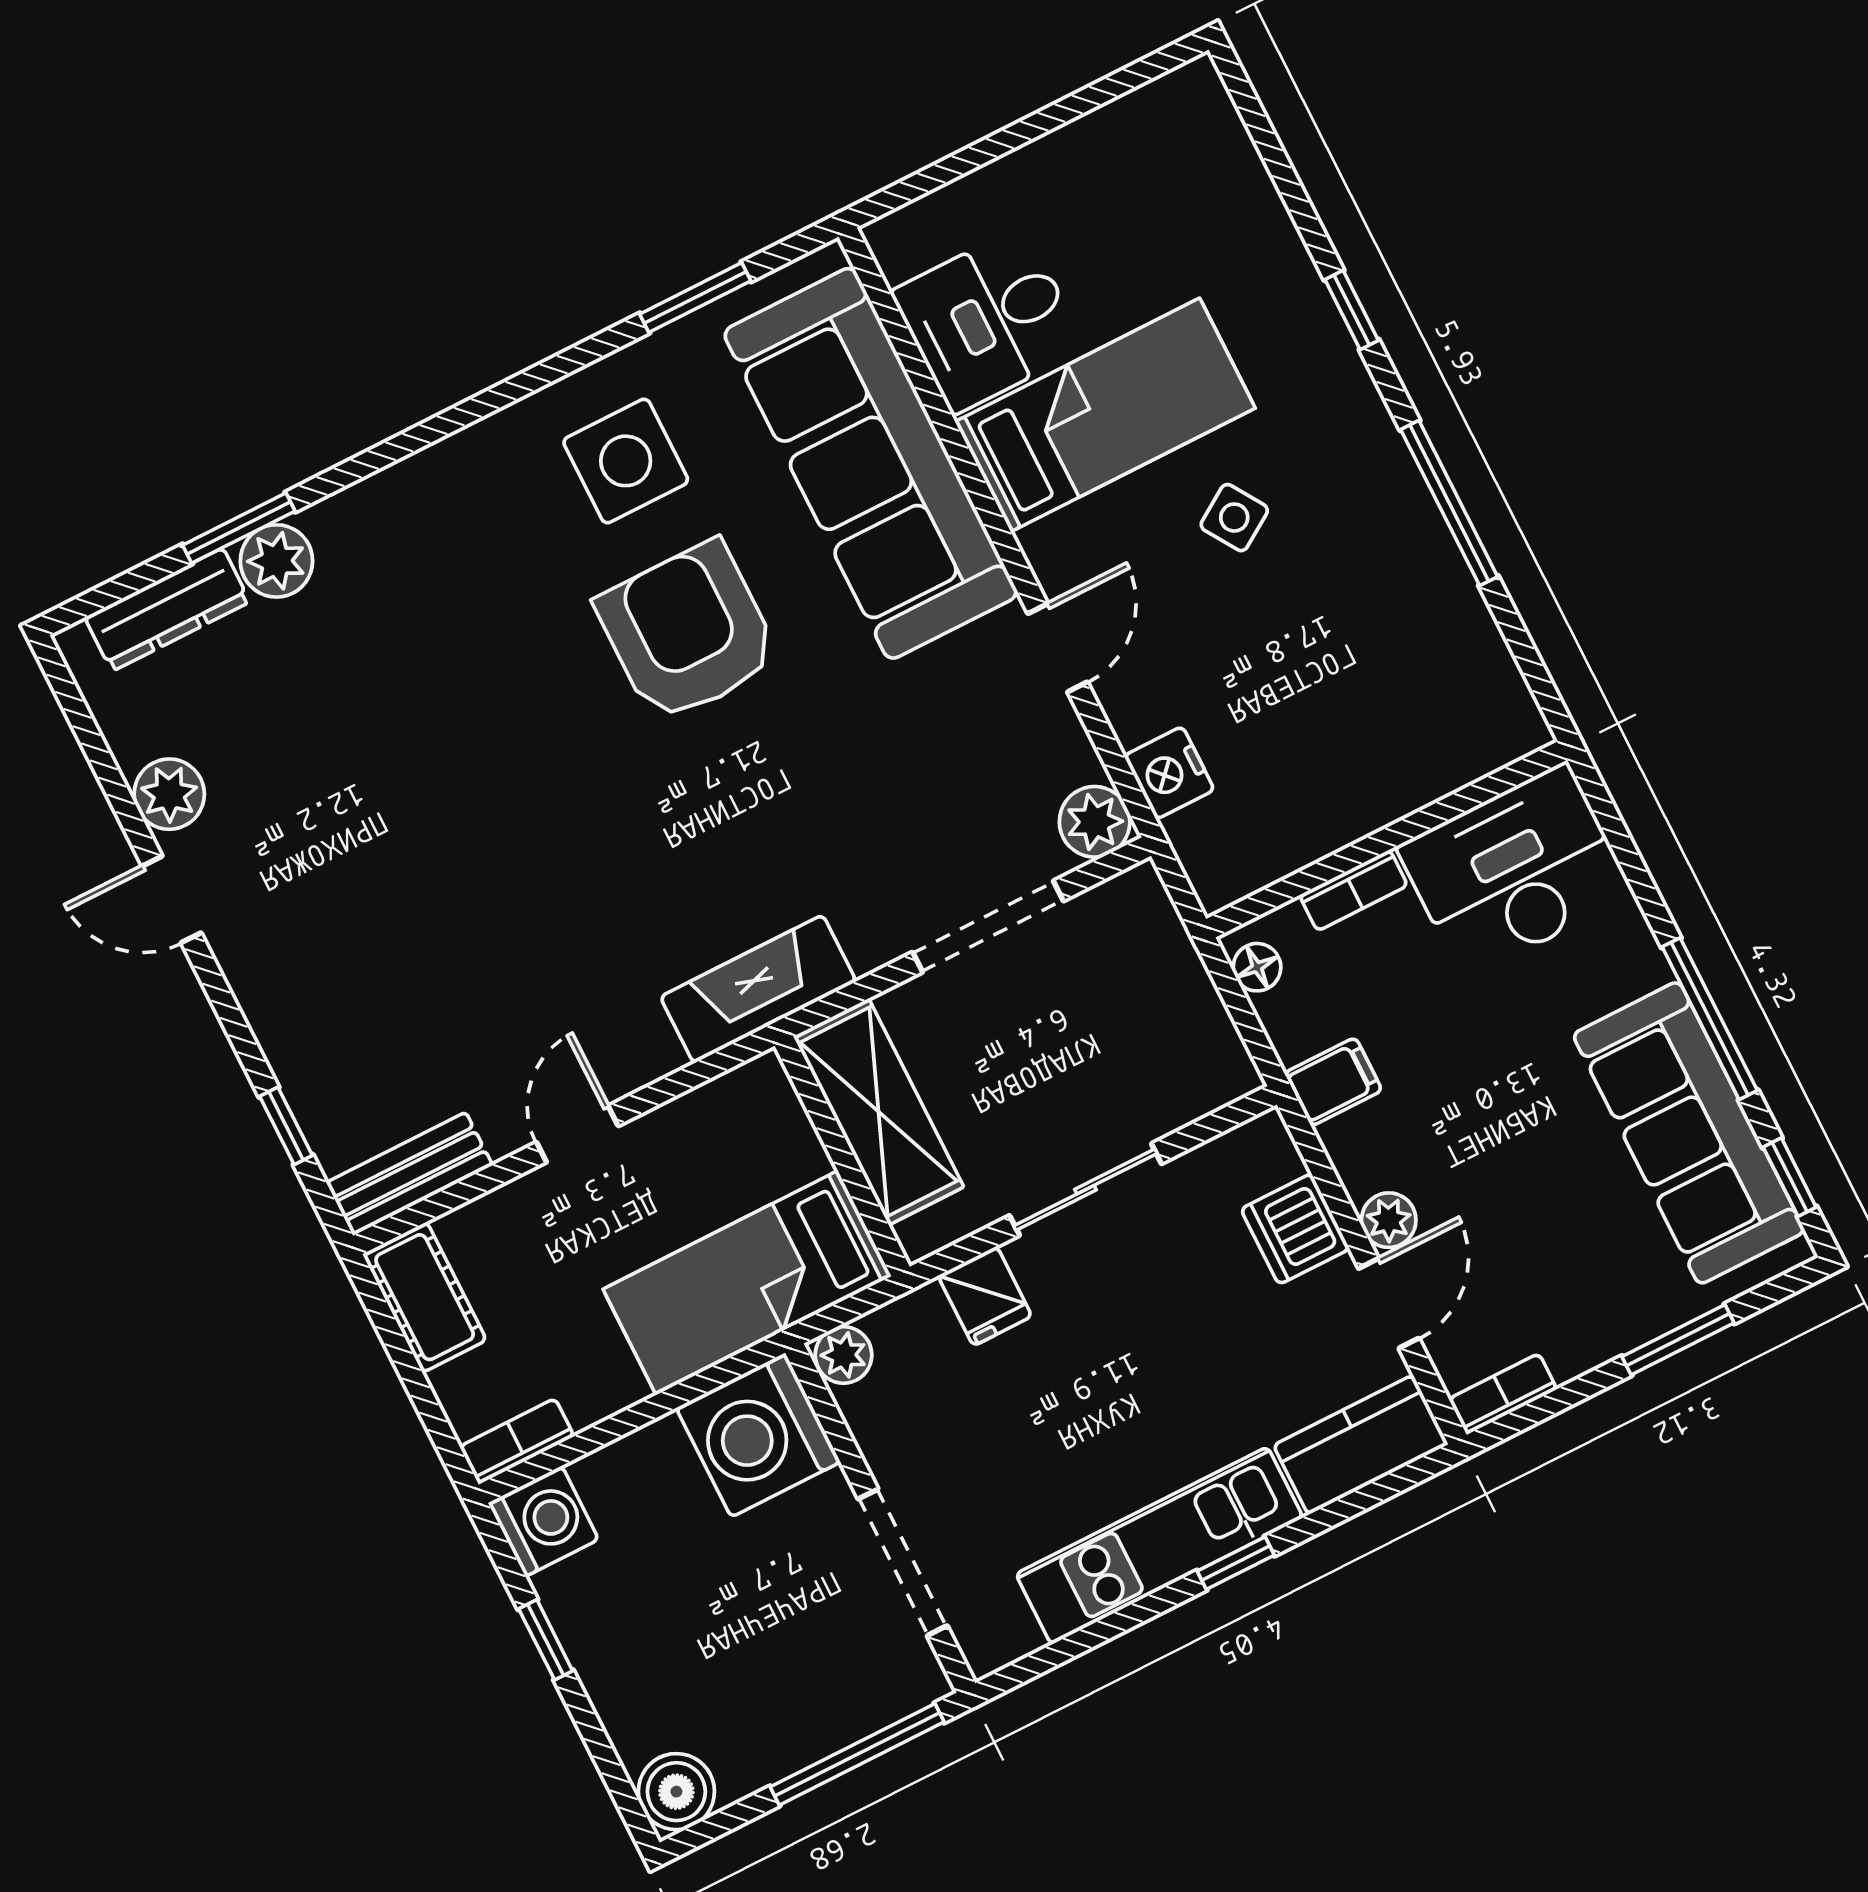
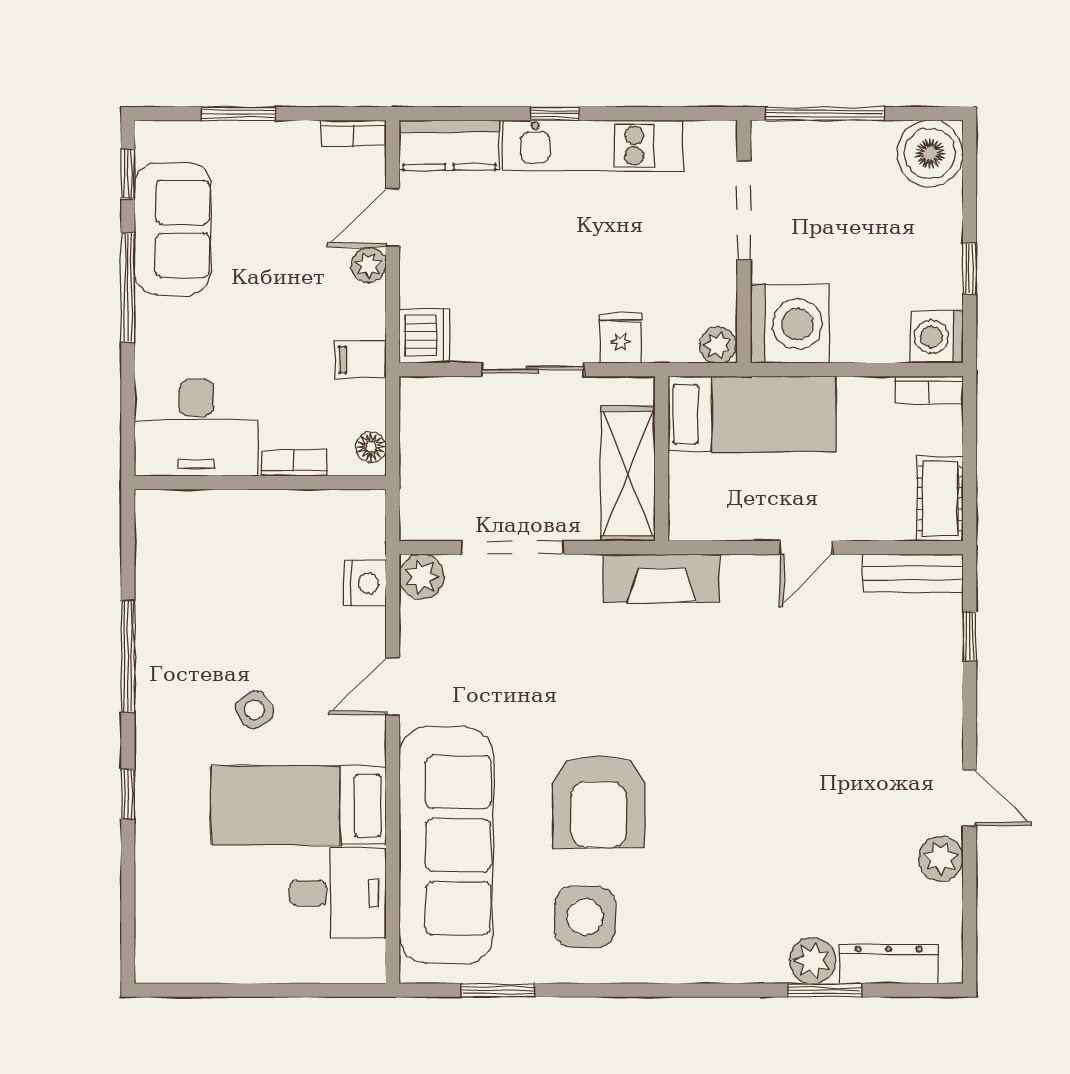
sofa: (1689, 1133) -> (173, 228), width x0.73
dishwasher: (1295, 1229) -> (424, 336), moved
boiler: (676, 1792) -> (930, 153), width x1.37, depth x1.37

